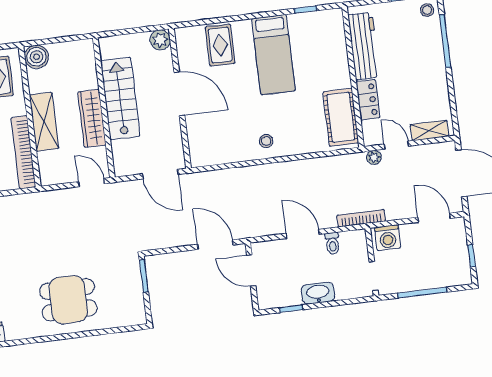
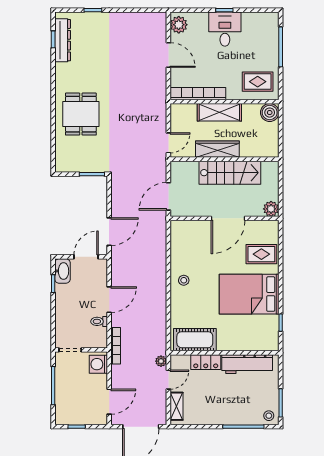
bed: (274, 55) -> (249, 294), width x1.50
washbasin: (318, 293) -> (62, 271), moved

